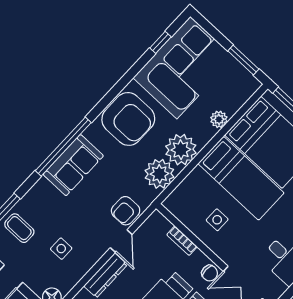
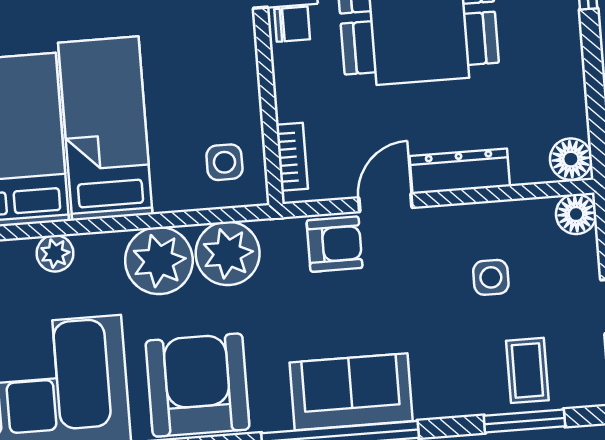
side table: (217, 220) -> (224, 162), moved
bookcase: (182, 241) -> (292, 157), moved
chair: (210, 273) -> (292, 24), turned 90

